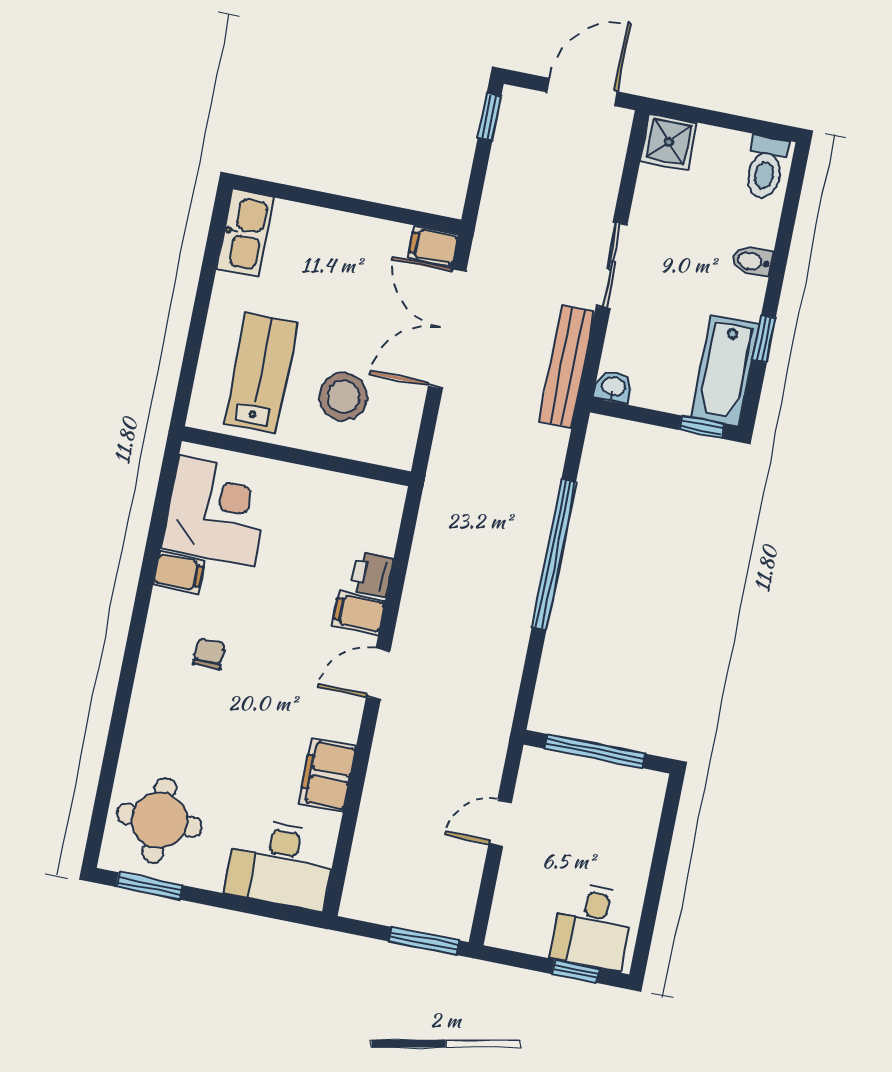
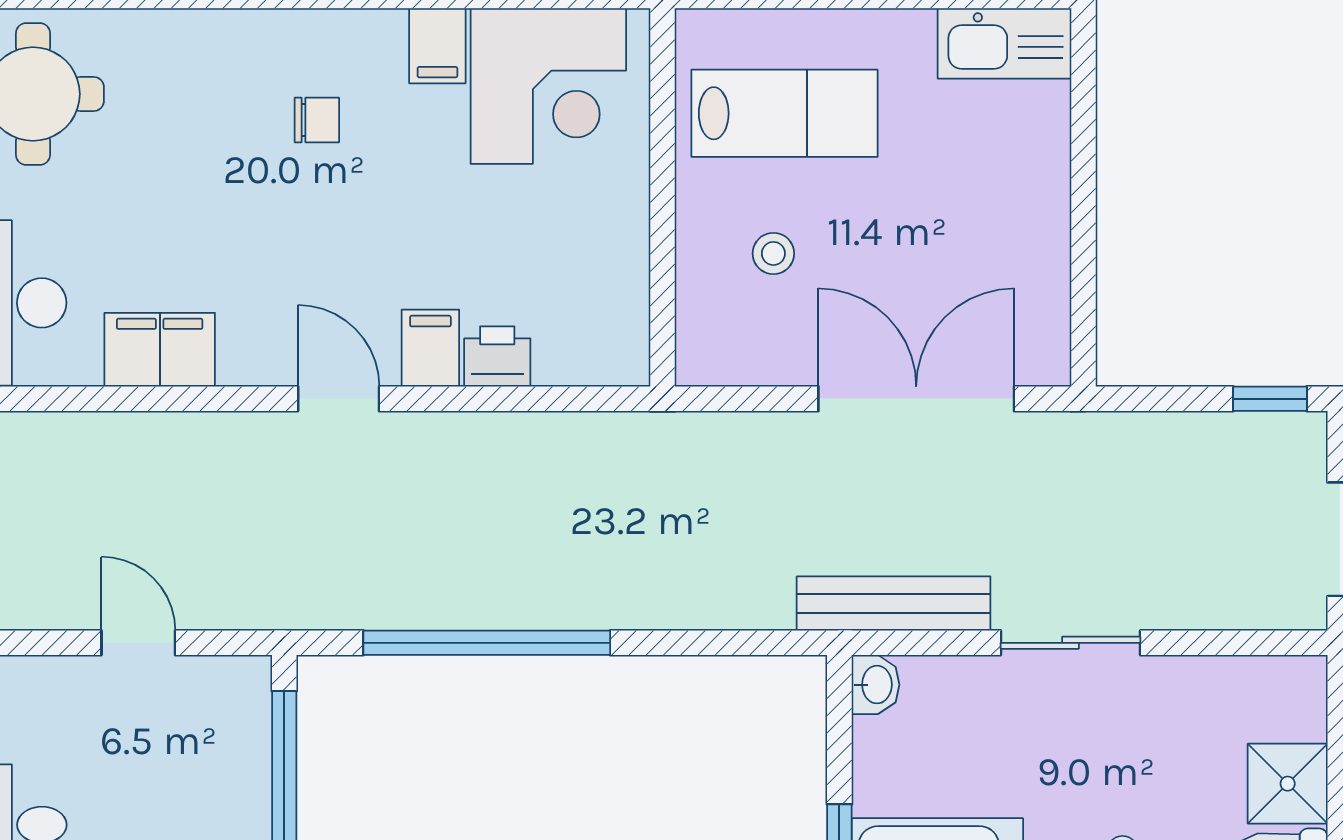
shower: (669, 142) -> (1288, 784), moved
filing cabinet: (433, 246) -> (1044, 350), removed
stool: (343, 397) -> (773, 253), width x0.53, depth x0.53
window: (554, 554) -> (487, 643), moved

